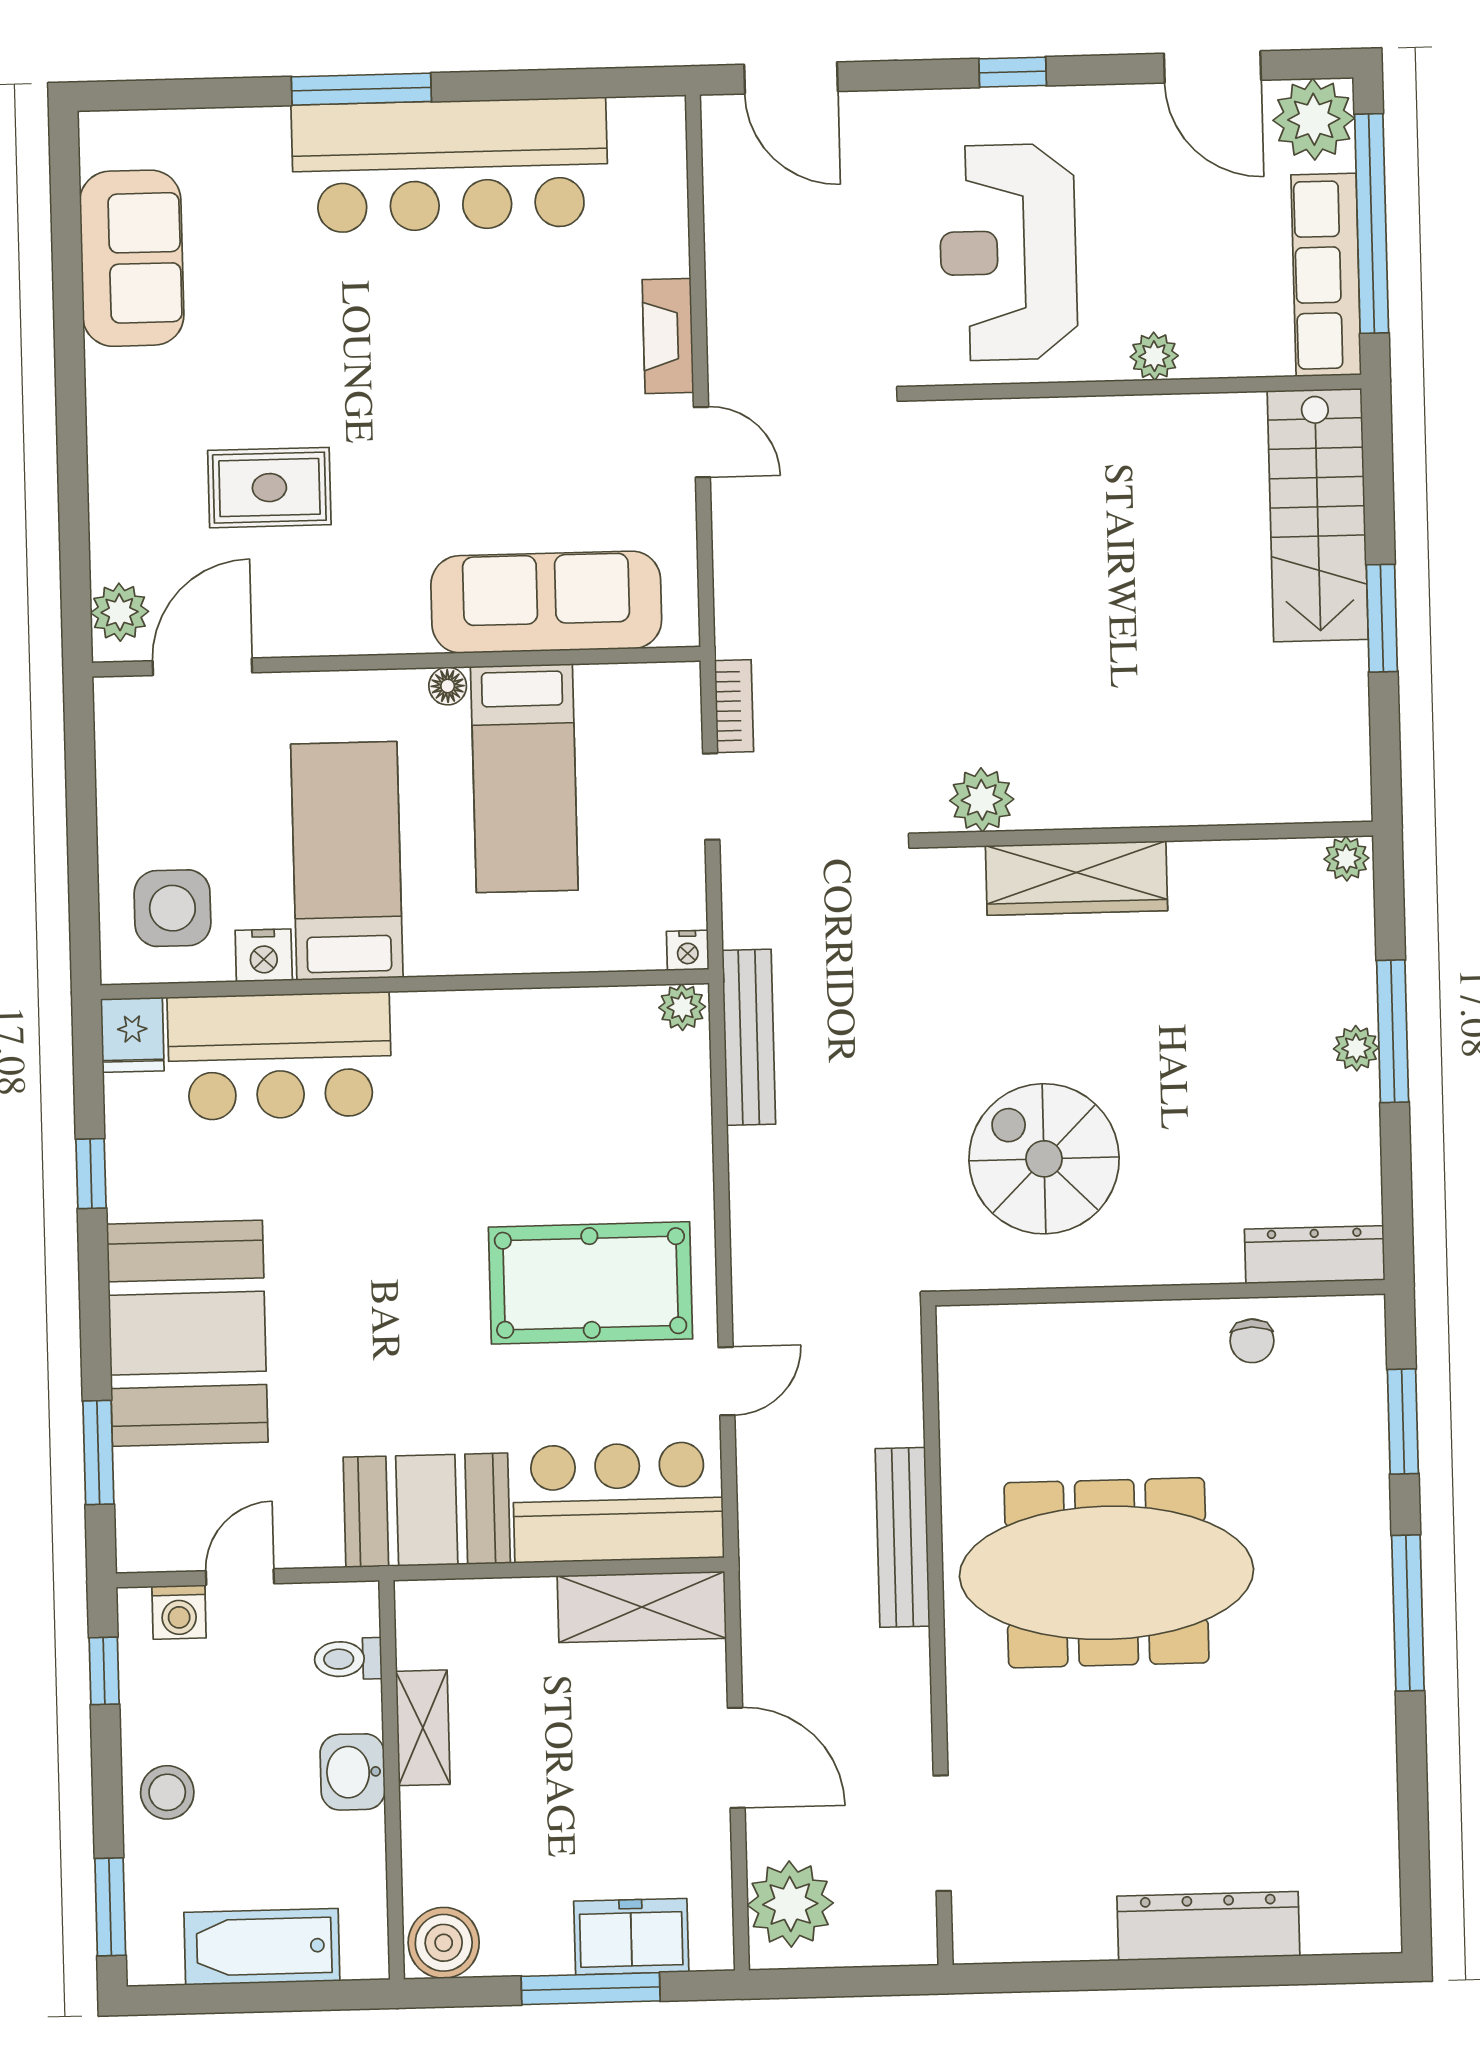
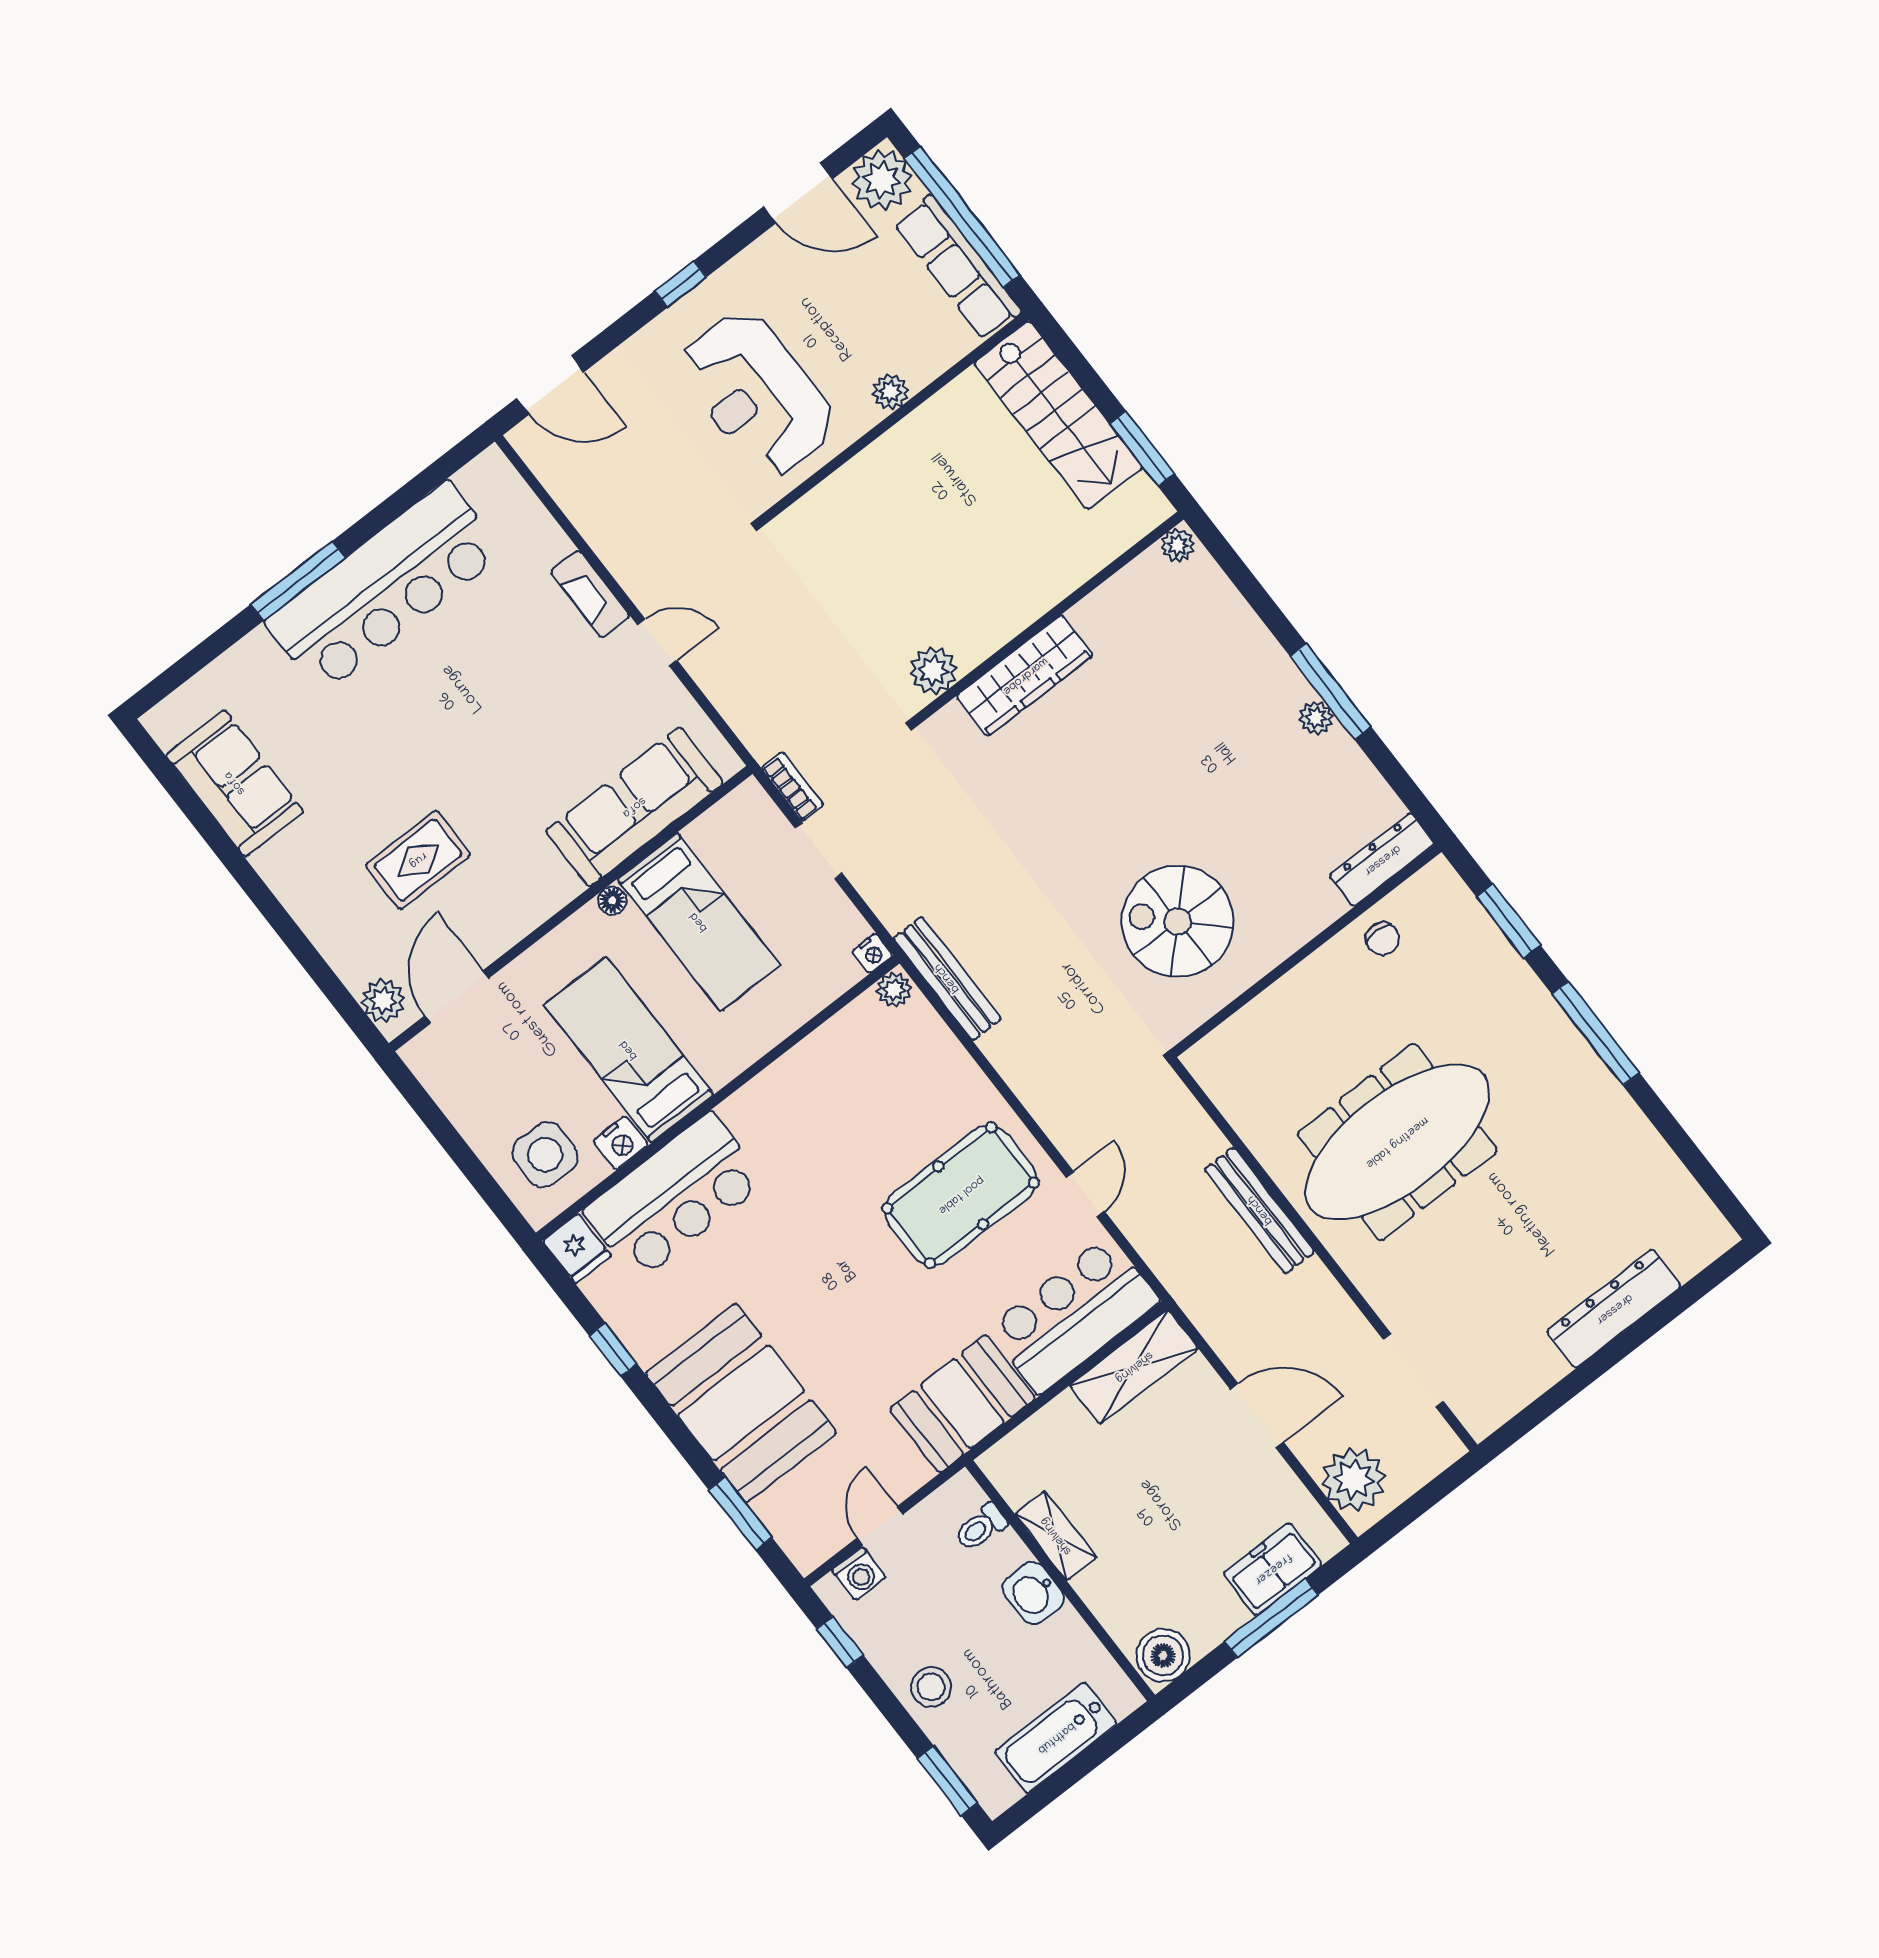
plant: (982, 800) -> (933, 671), moved
wall: (1148, 834) -> (1048, 618), moved
plant: (1346, 859) -> (1178, 545), moved
wardrobe: (1076, 878) -> (1025, 676), moved

